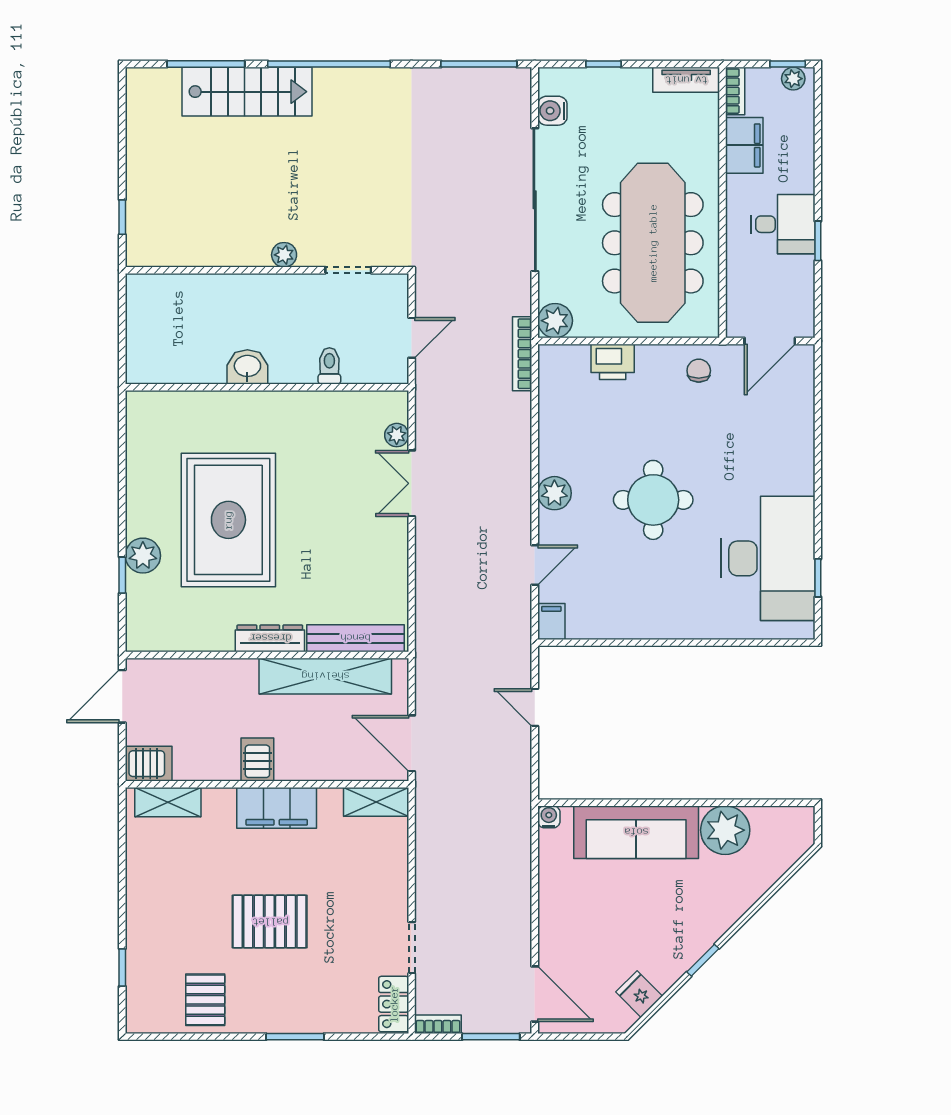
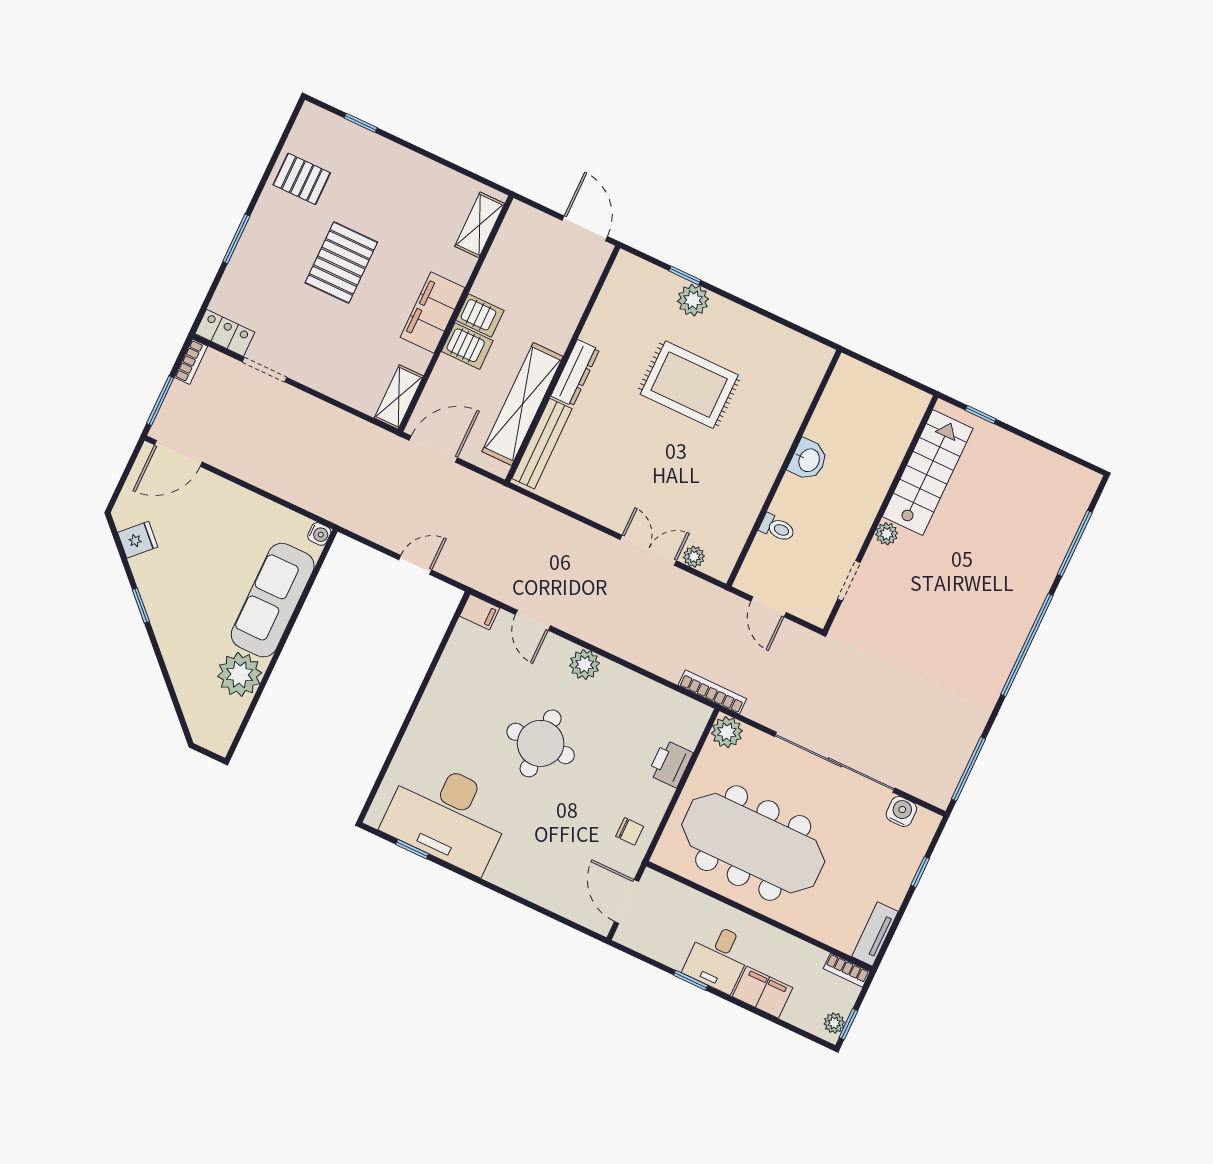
stairs: (247, 92) -> (928, 473), moved, turned 180
filing cabinet: (744, 145) -> (763, 992), moved, turned 180
rug: (228, 520) -> (689, 385), width x0.73, depth x0.69
server rack: (149, 764) -> (467, 346), moved, turned -90

